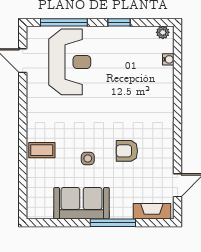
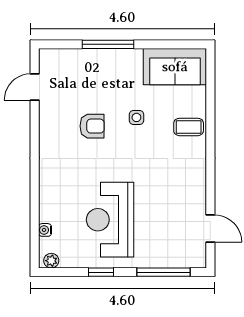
reception desk: (70, 62) -> (110, 220), moved
sofa: (82, 203) -> (175, 67), moved
fireplace: (152, 211) -> (64, 58), removed

